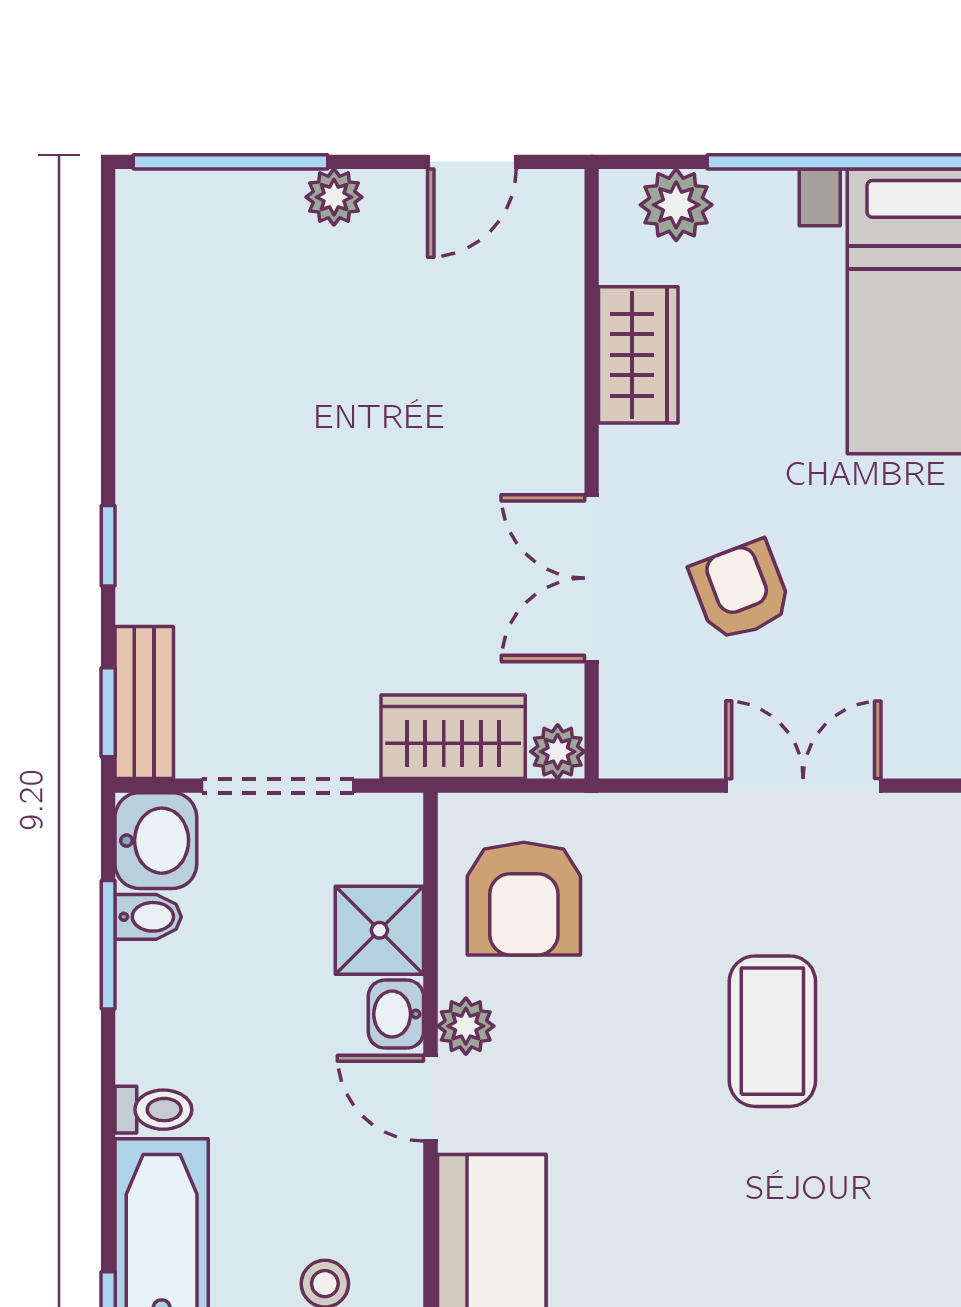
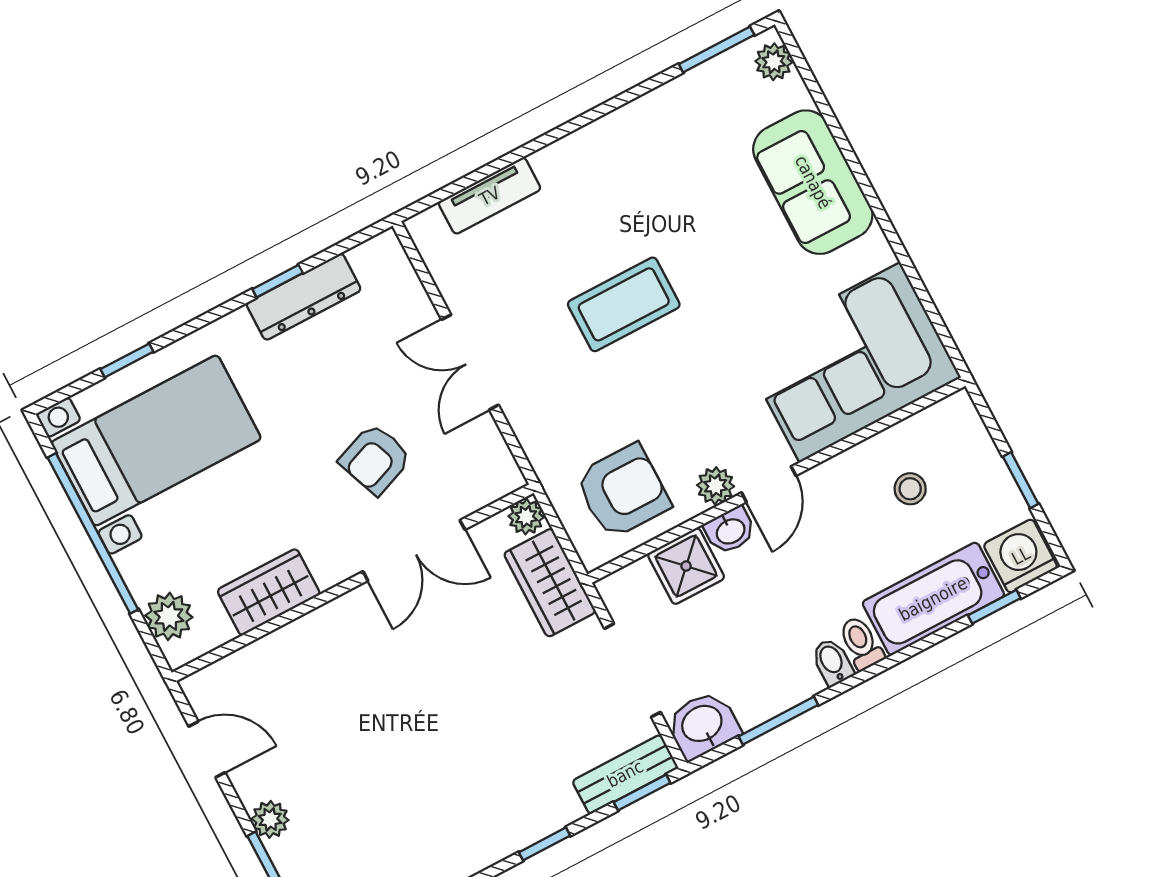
bidet: (148, 917) -> (832, 662), moved

